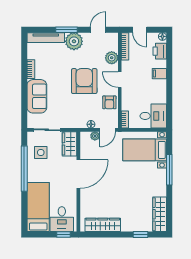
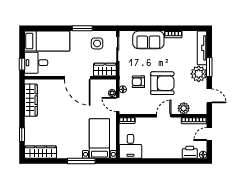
filing cabinet: (159, 74) -> (169, 152), removed
armchair: (109, 102) -> (138, 82), moved
window: (24, 169) -> (82, 28), width x0.47

